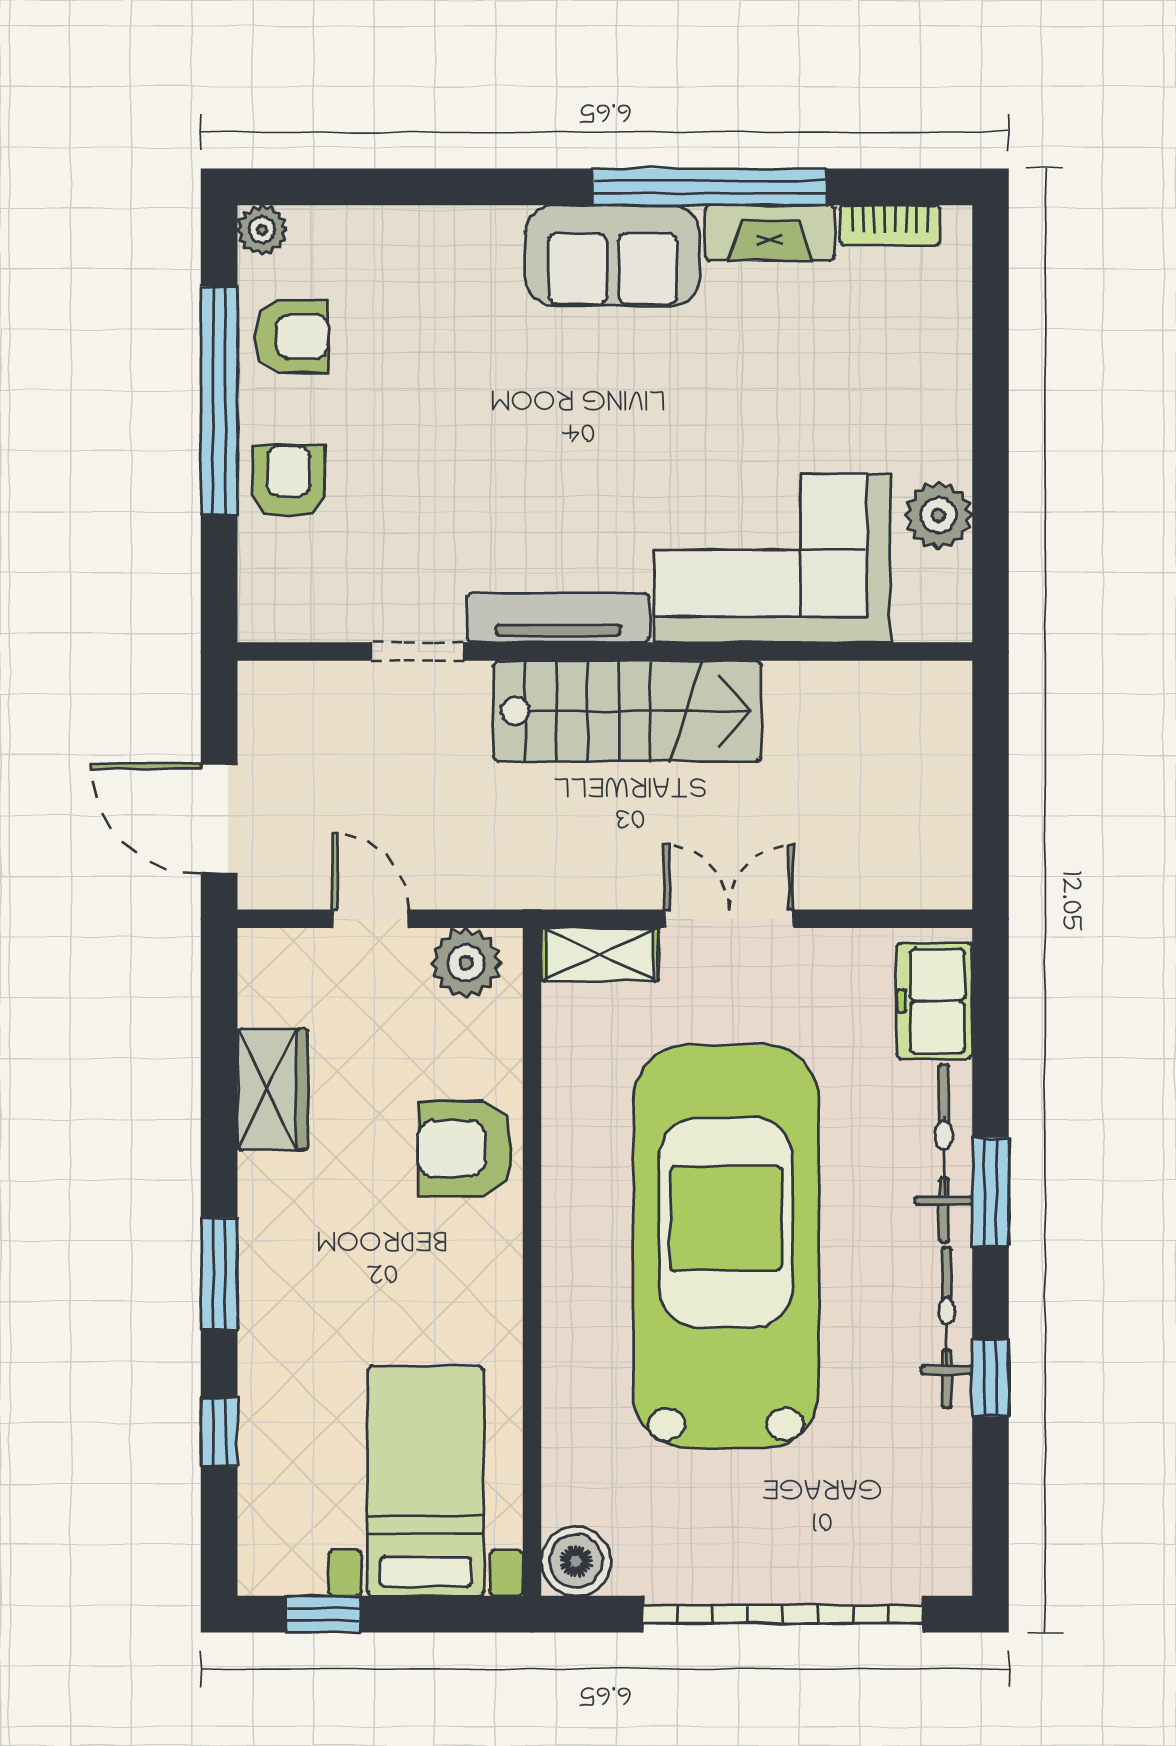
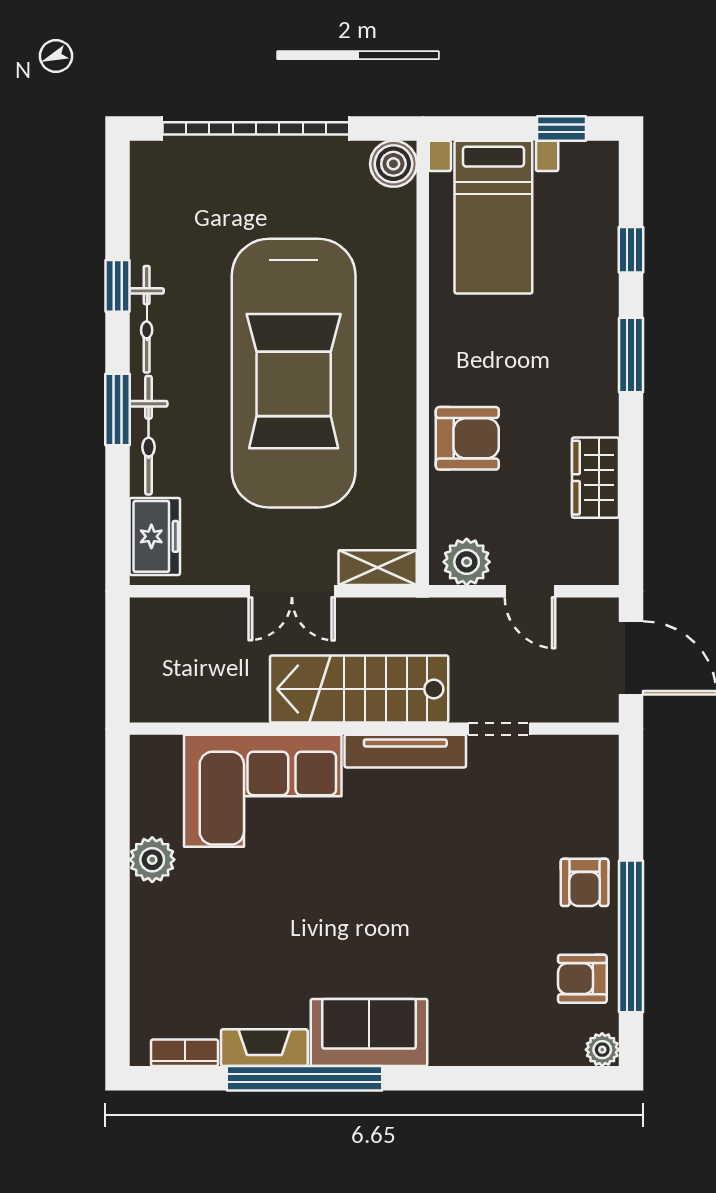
corner sofa: (772, 558) -> (263, 791), moved
tv unit: (558, 618) -> (405, 751), moved
doorway: (417, 652) -> (499, 729), moved
wall: (605, 652) -> (374, 729), moved
stairs: (628, 711) -> (359, 689), moved

